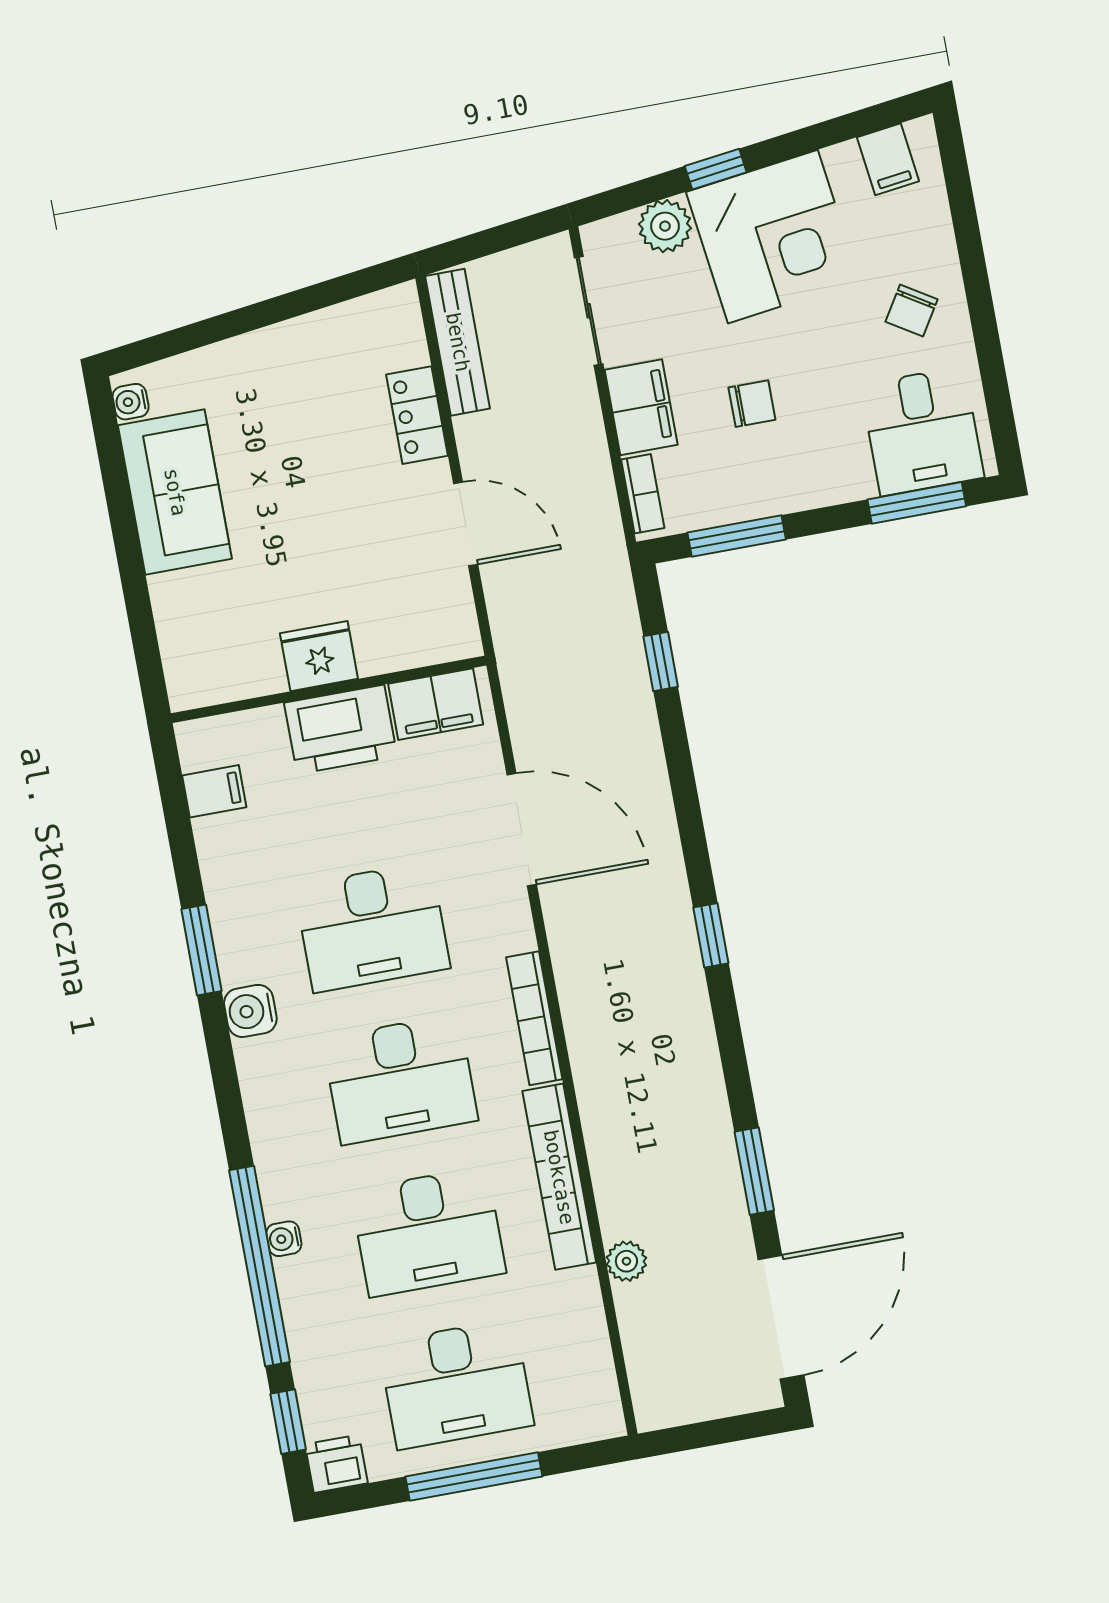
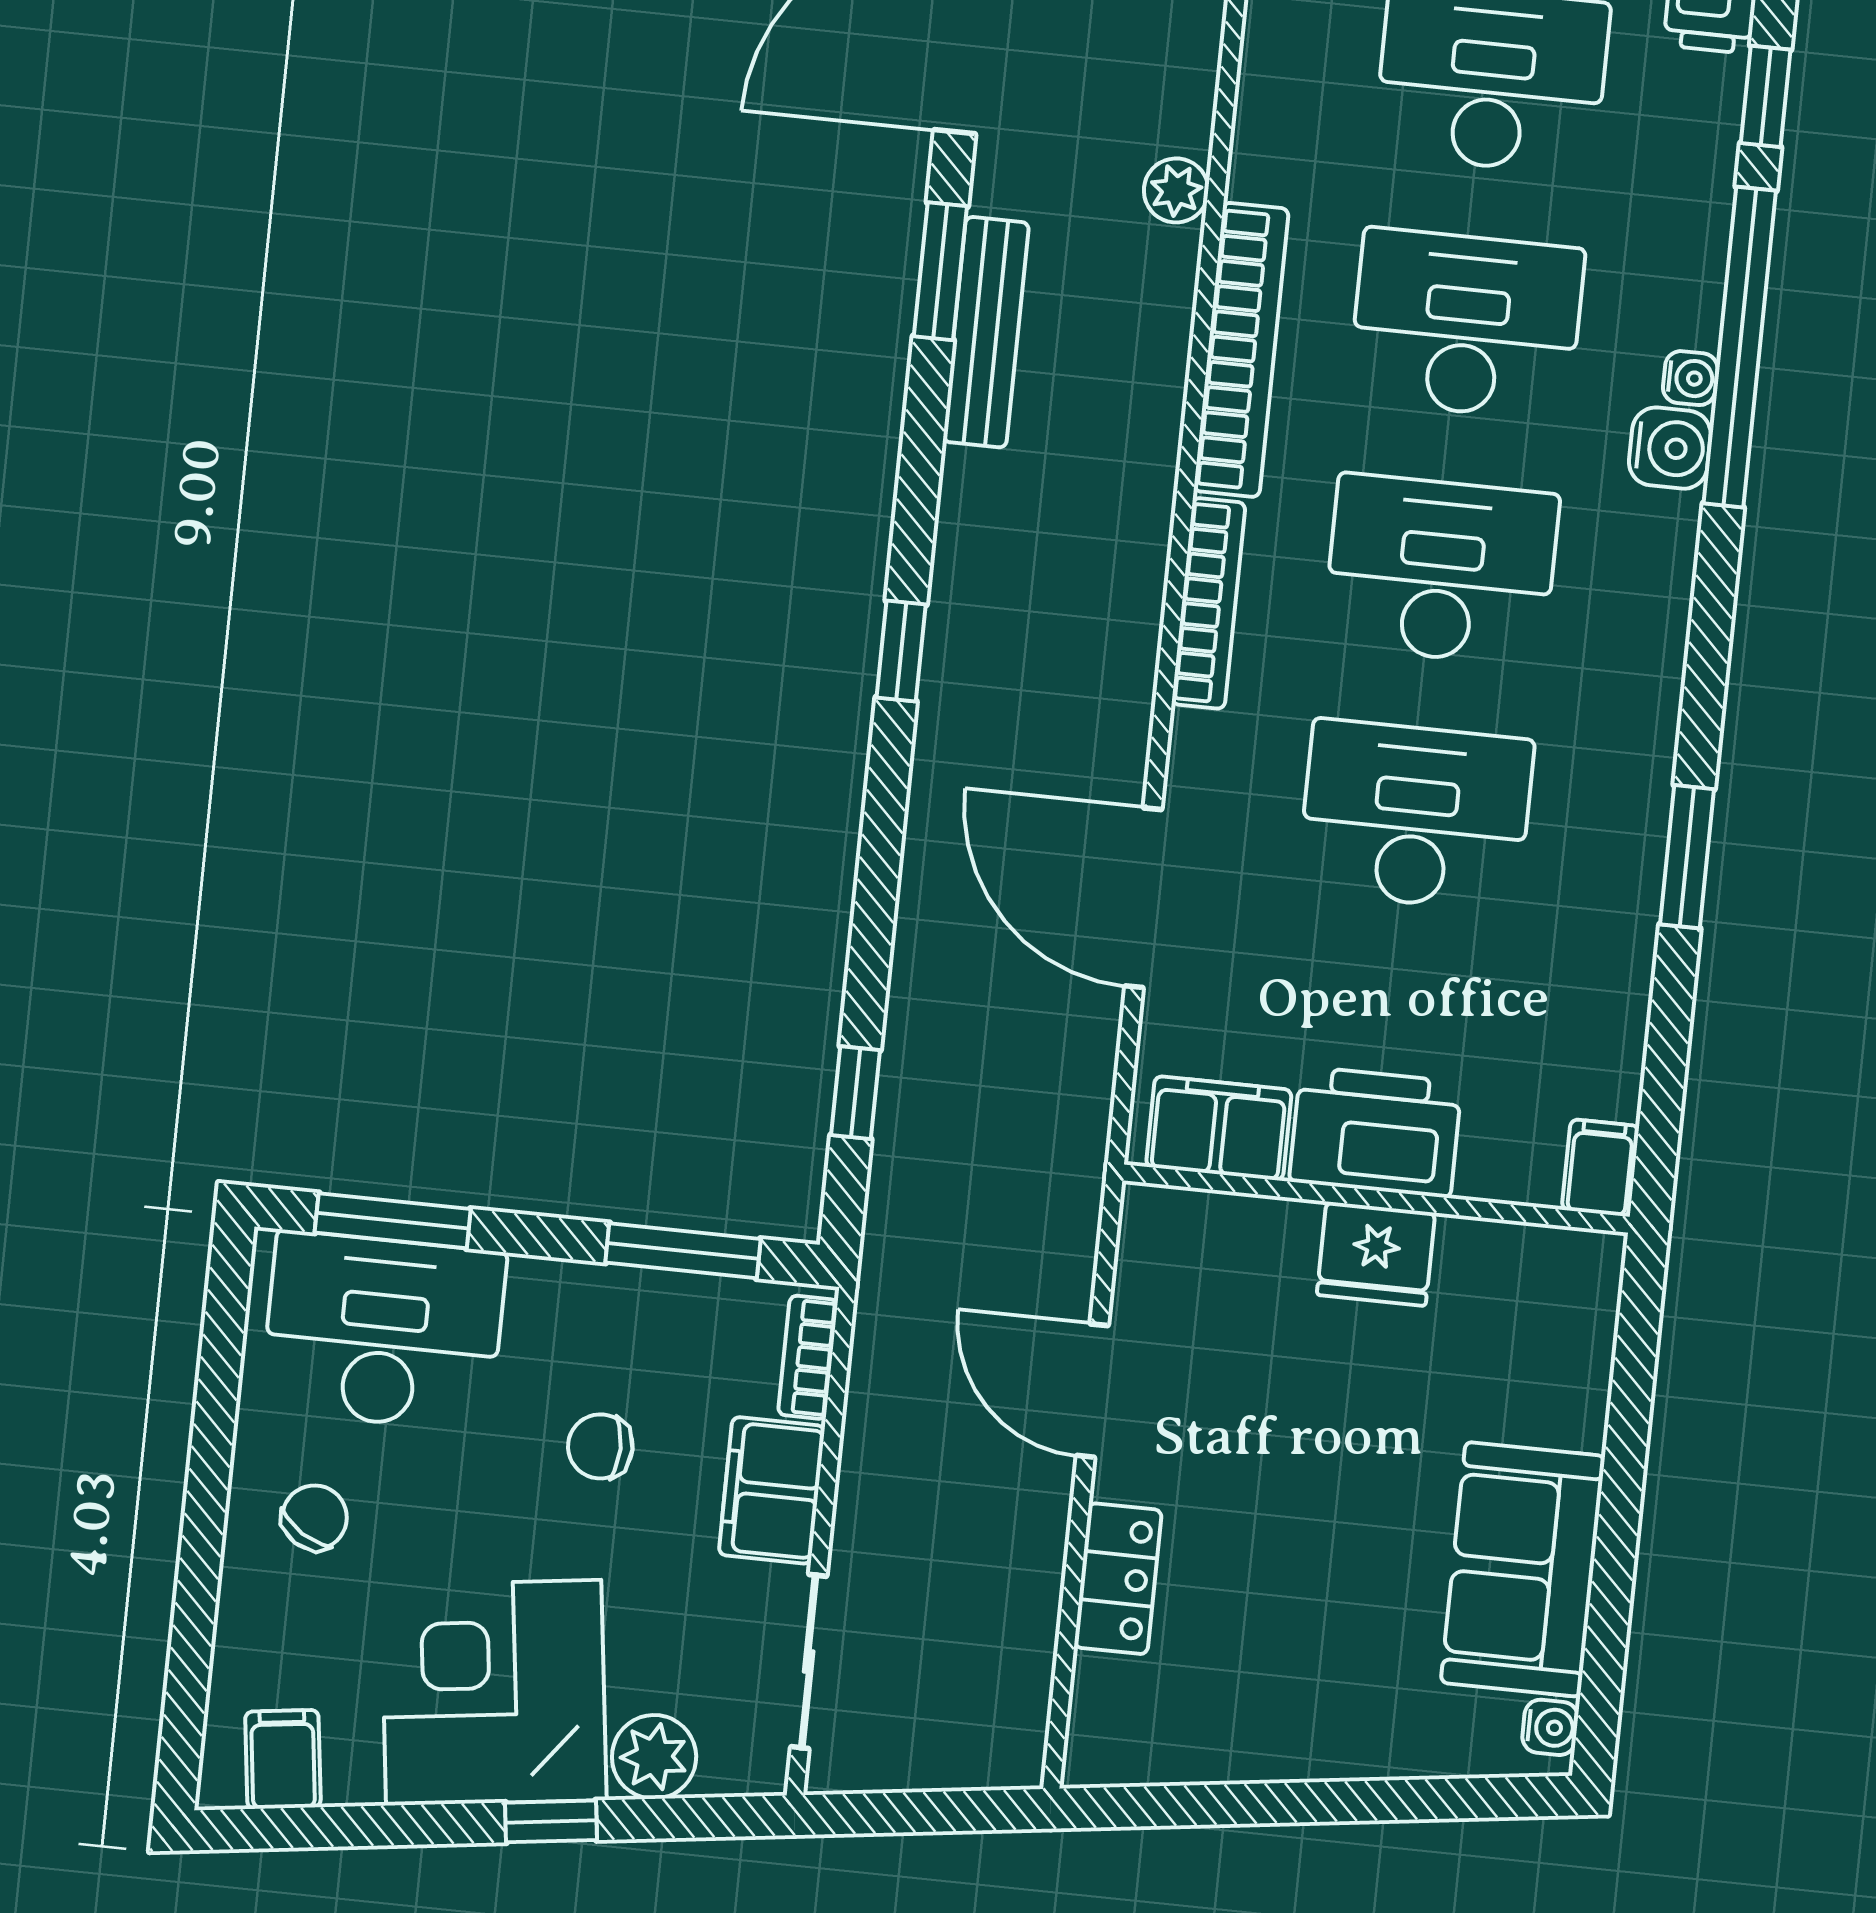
bench: (458, 342) -> (986, 332), moved
desk: (922, 431) -> (383, 1331), width x1.37
filing cabinet: (214, 791) -> (1600, 1168), moved, turned 90
water cooler: (250, 1011) -> (1670, 448), moved

